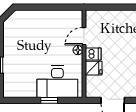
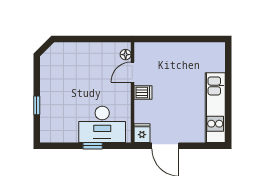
floor lamp: (78, 50) -> (126, 55), moved
fridge: (94, 68) -> (142, 133), moved, turned -90

